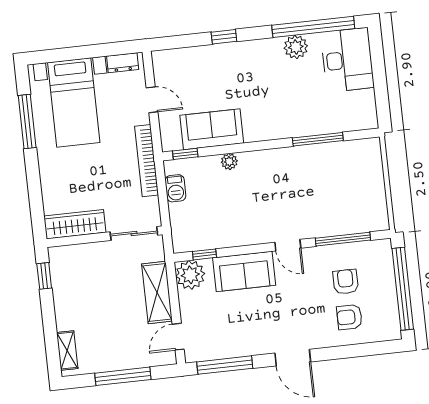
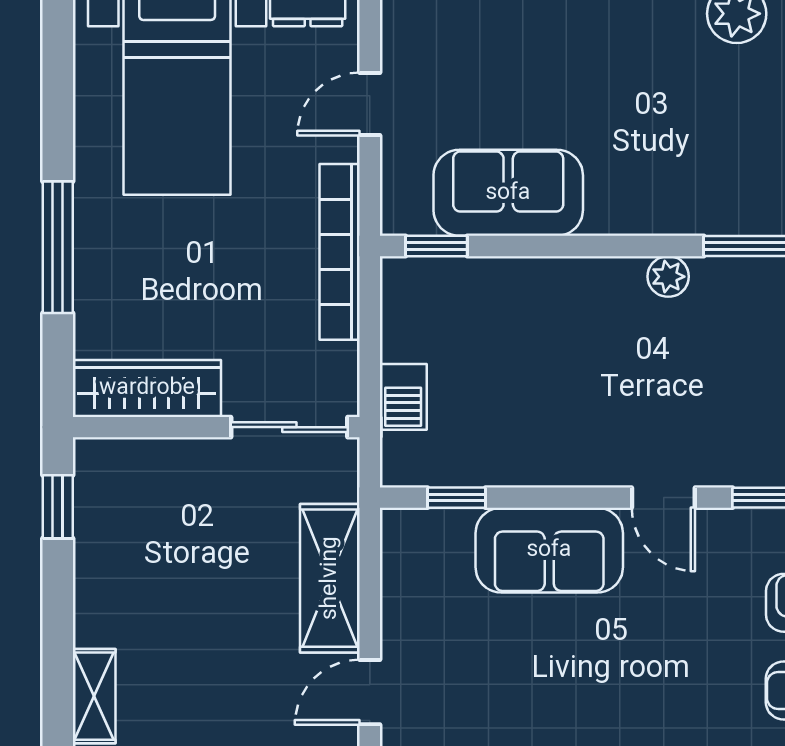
door: (152, 100) -> (370, 104), swing flipped
window: (27, 122) -> (58, 247), moved
plant: (229, 162) -> (668, 277), moved
barbecue: (175, 188) -> (403, 397), moved
plant: (190, 275) -> (416, 544), removed

